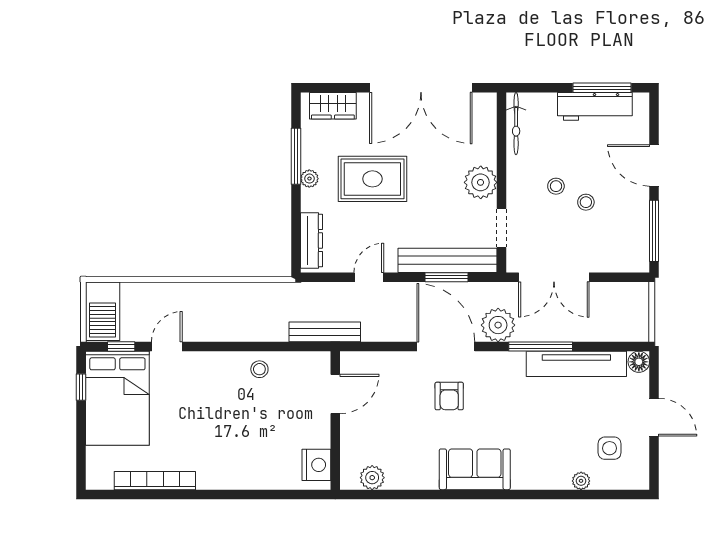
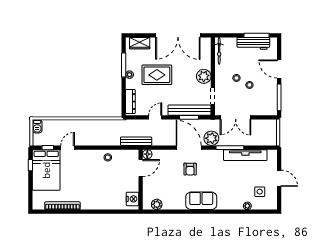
barbecue: (103, 311) -> (37, 126), width x0.53, depth x0.65
floor lamp: (639, 362) -> (147, 154), moved

